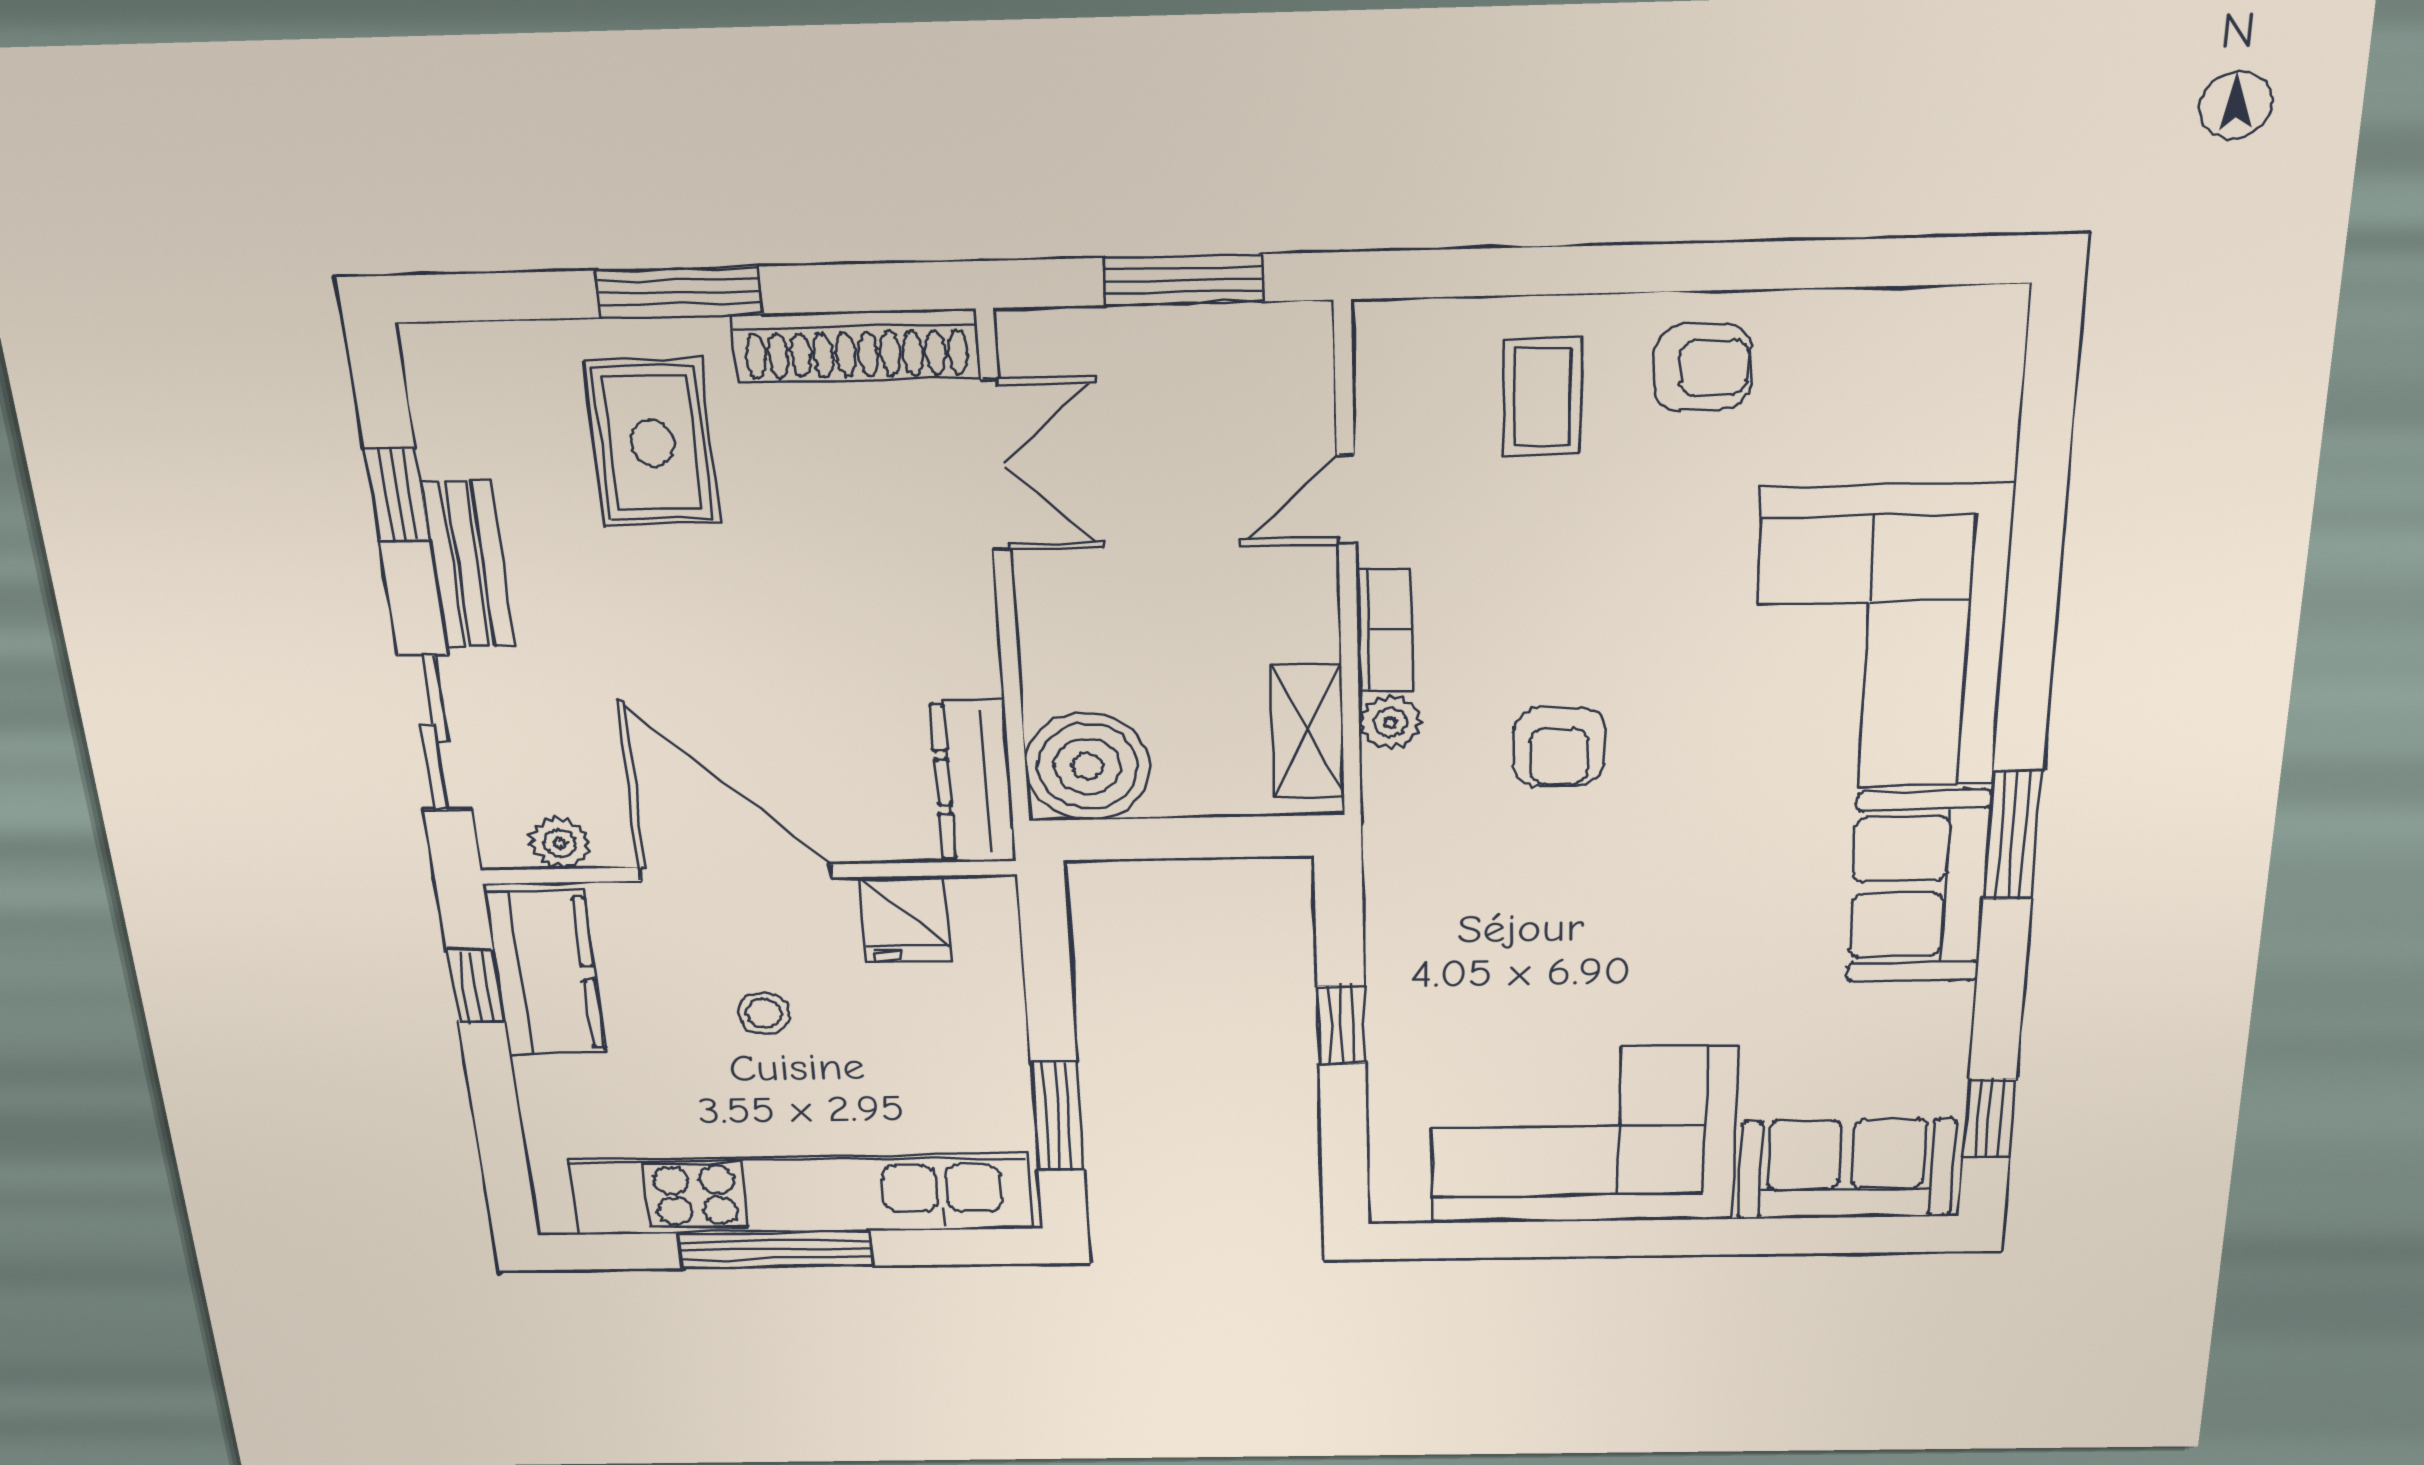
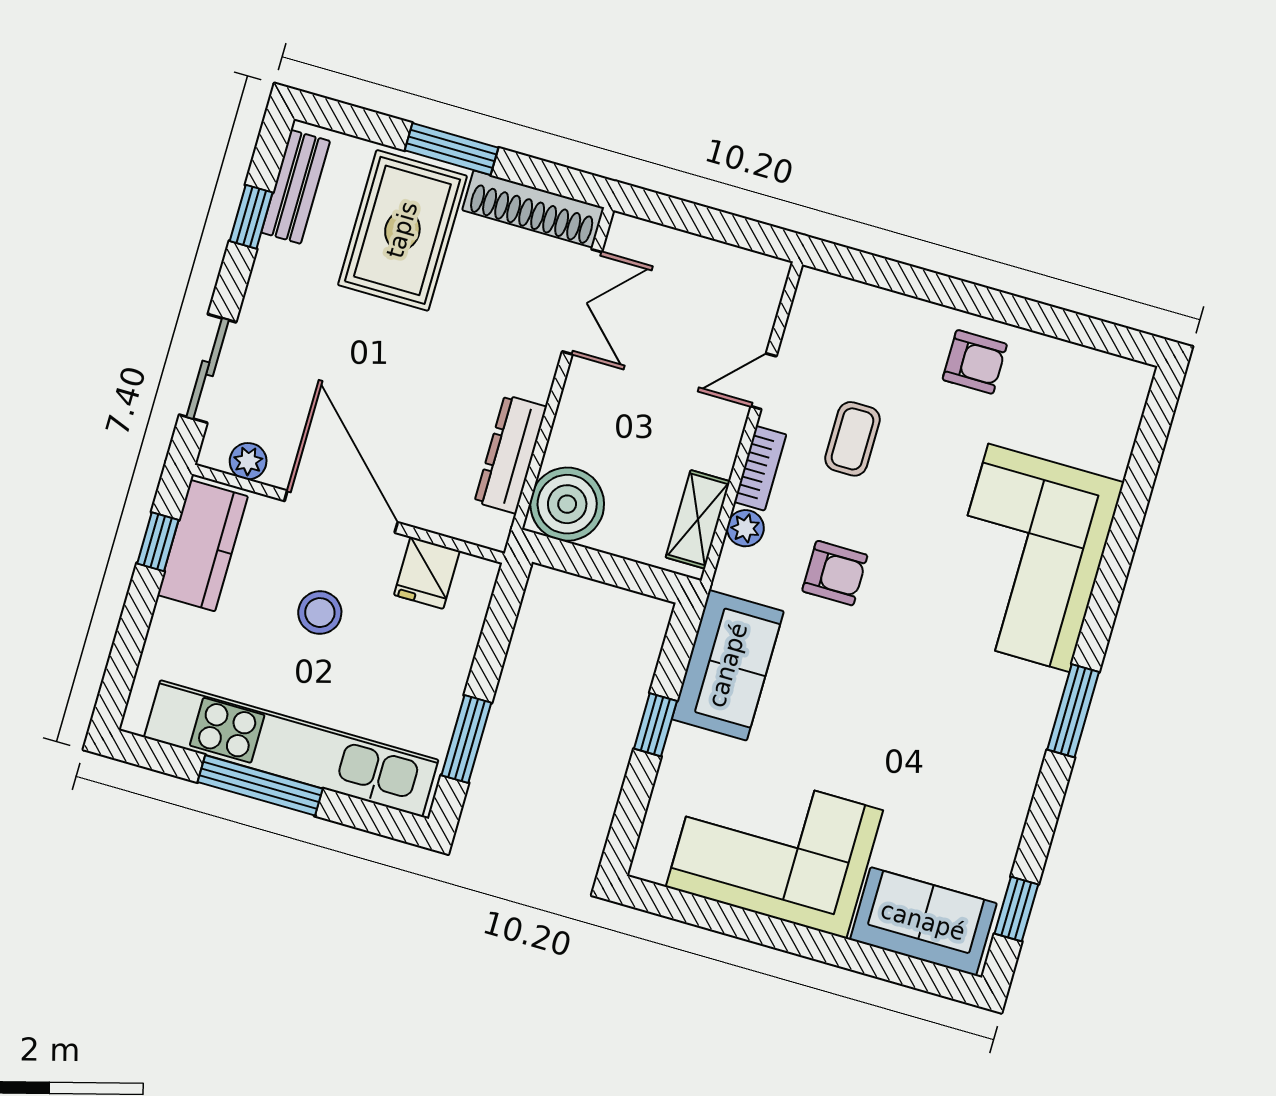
window: (1183, 280) -> (718, 226), removed
coffee table: (1543, 397) -> (853, 439), moved
rug: (652, 443) -> (402, 230), width x1.36, depth x1.43
bench: (468, 565) -> (296, 187), moved
armchair: (1559, 747) -> (835, 573), turned -90
dresser: (973, 782) -> (511, 454), moved
sofa: (1919, 887) -> (728, 665), moved, turned 180
stool: (764, 1013) -> (320, 613), width x1.37, depth x1.37

